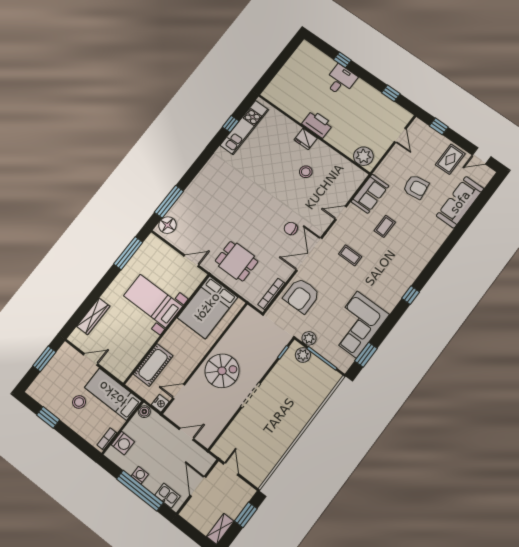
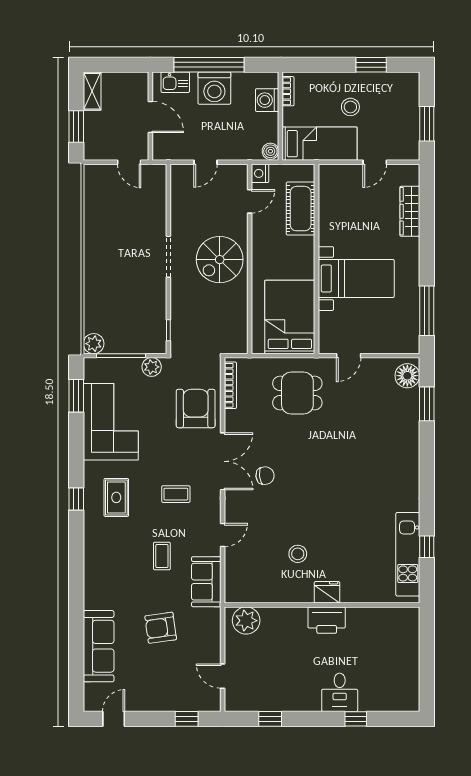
rug: (450, 159) -> (116, 497), moved
window: (169, 202) -> (427, 404), width x0.69
plant: (303, 355) -> (94, 344), moved
washing machine: (140, 475) -> (214, 88), width x1.89, depth x1.89

